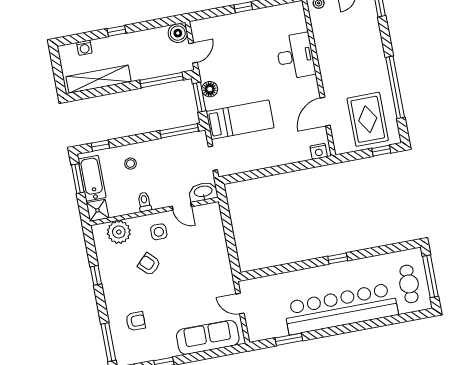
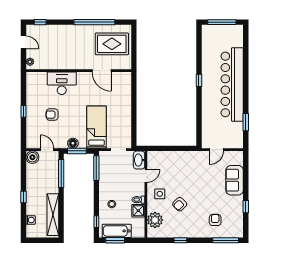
armchair: (246, 50) -> (52, 115), added
nightstand: (319, 151) -> (127, 80), removed
window: (381, 151) -> (134, 39), removed
shower: (98, 210) -> (138, 211), moved
cafe table: (409, 284) -> (224, 37), removed
sofa: (208, 337) -> (235, 180), width x0.73

